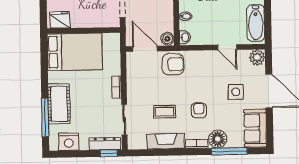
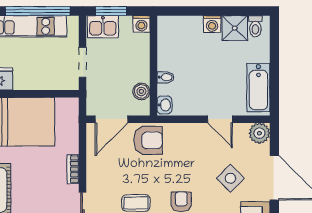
boiler: (167, 39) -> (141, 91), moved
door: (145, 49) -> (111, 119), swing flipped
side table: (236, 92) -> (230, 178), turned 45

